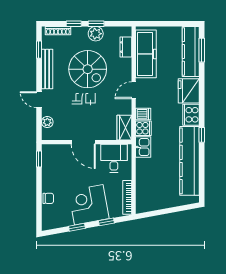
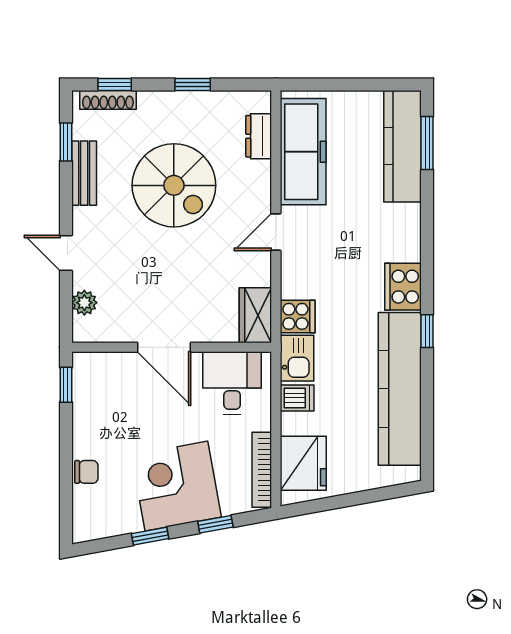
window: (74, 24) -> (115, 84), moved
plant: (96, 34) -> (192, 107), removed
bench: (47, 69) -> (84, 173), width x0.73
fridge: (189, 91) -> (303, 463), moved, turned 180
dishwasher: (143, 114) -> (297, 398), moved

